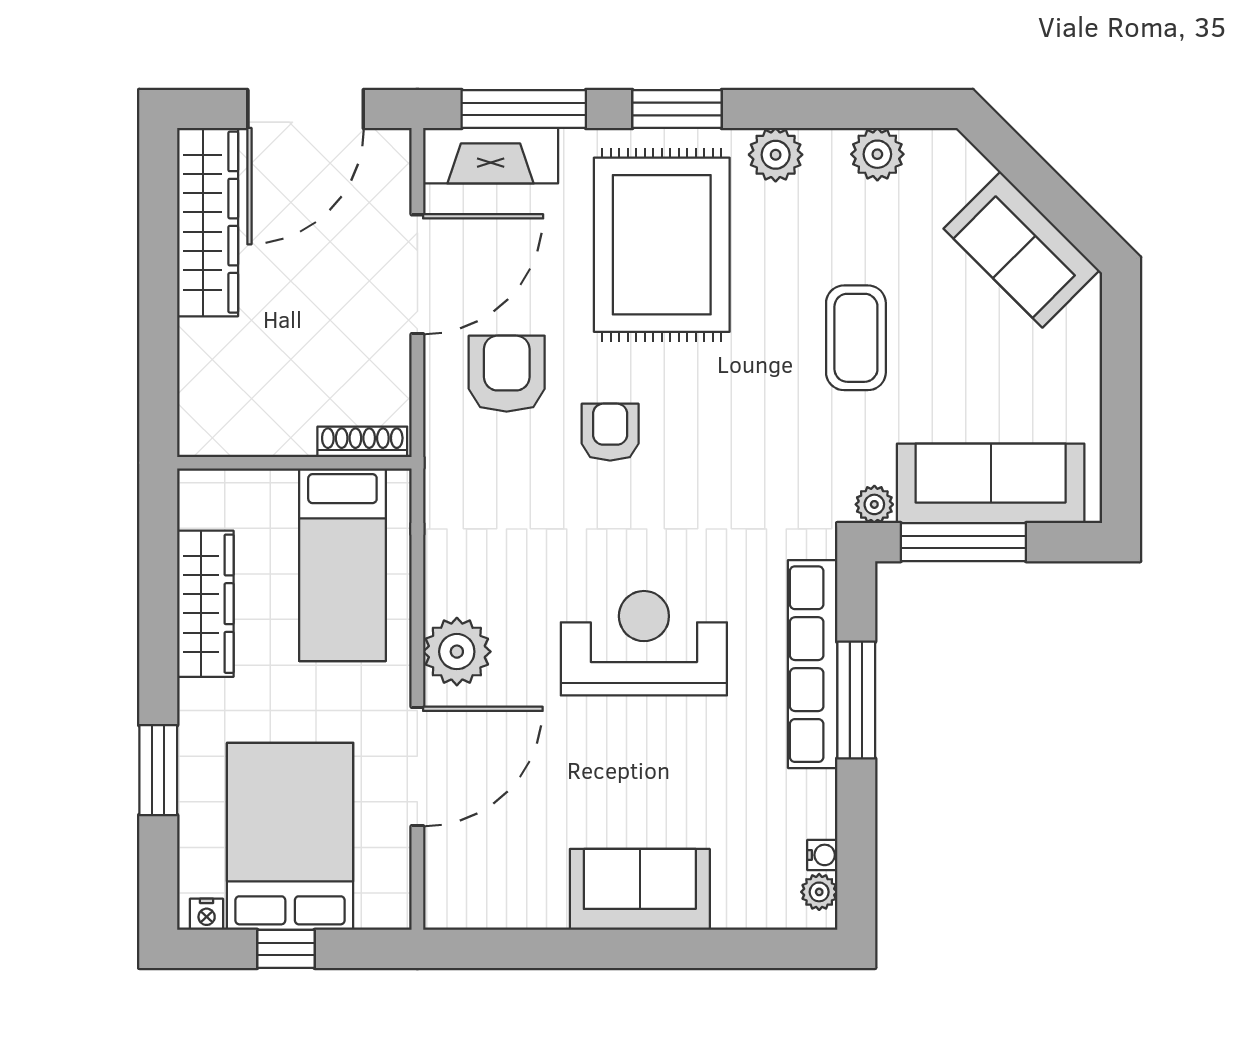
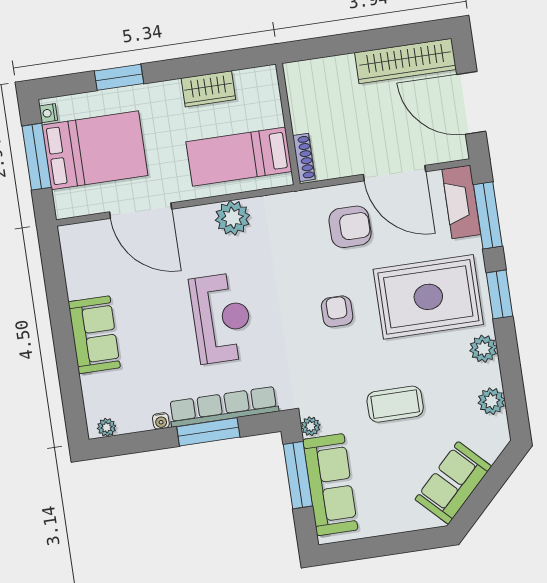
armchair: (610, 432) -> (337, 311), moved, turned -90
wardrobe: (205, 604) -> (208, 89), width x0.67
plant: (457, 652) -> (232, 218), moved
water cooler: (822, 855) -> (161, 421), moved
window: (286, 949) -> (37, 157), width x2.17

